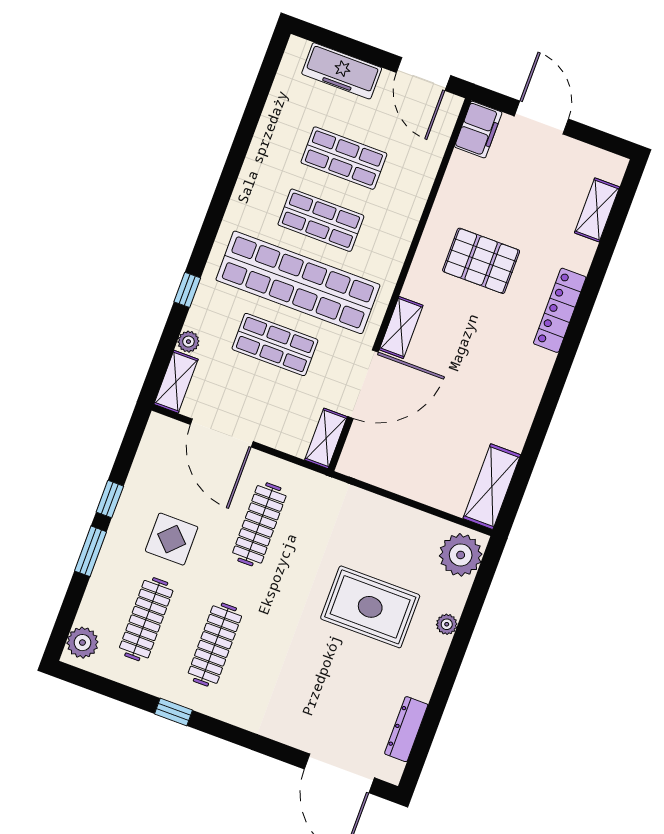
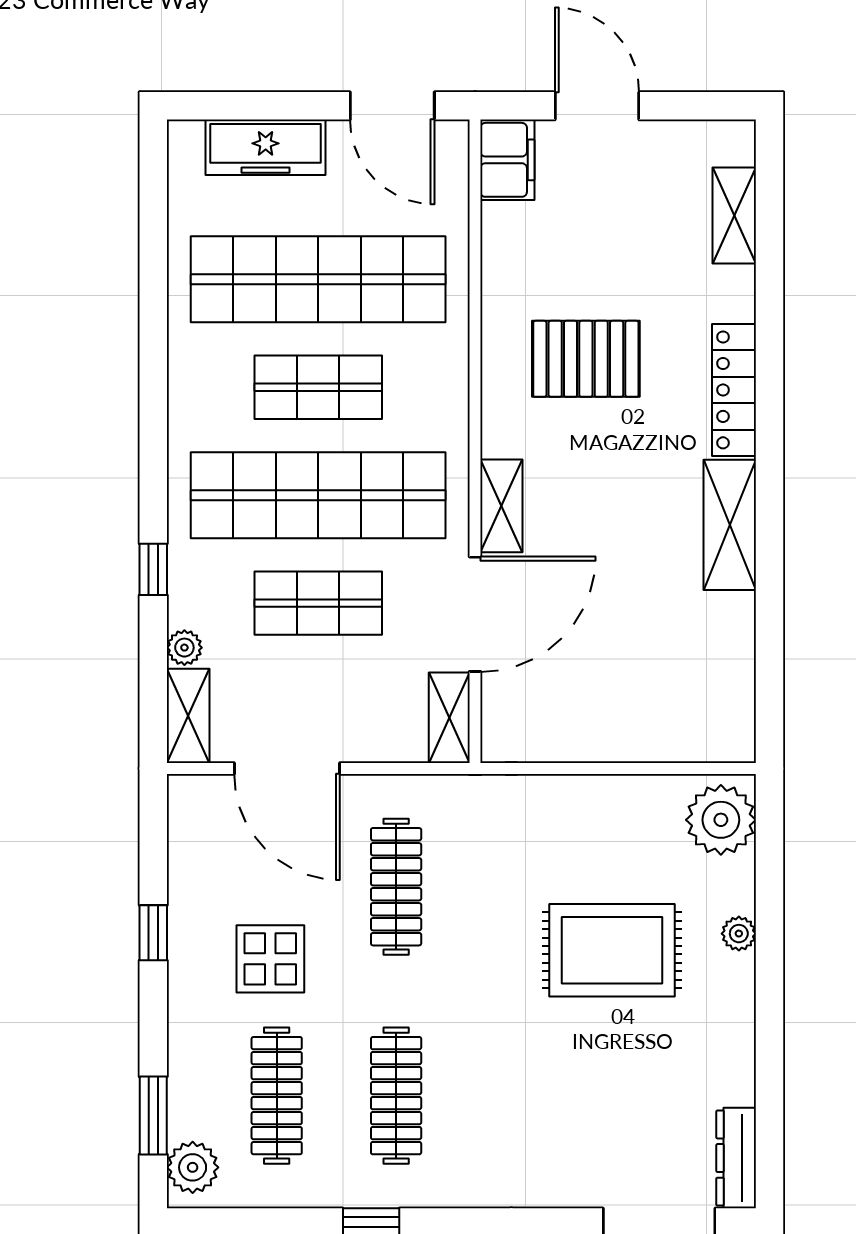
shop shelf: (344, 158) -> (318, 279), width x2.00, depth x1.36
shelving: (492, 487) -> (730, 525), moved
window: (90, 551) -> (153, 1116), moved
dresser: (406, 729) -> (736, 1158), moved

